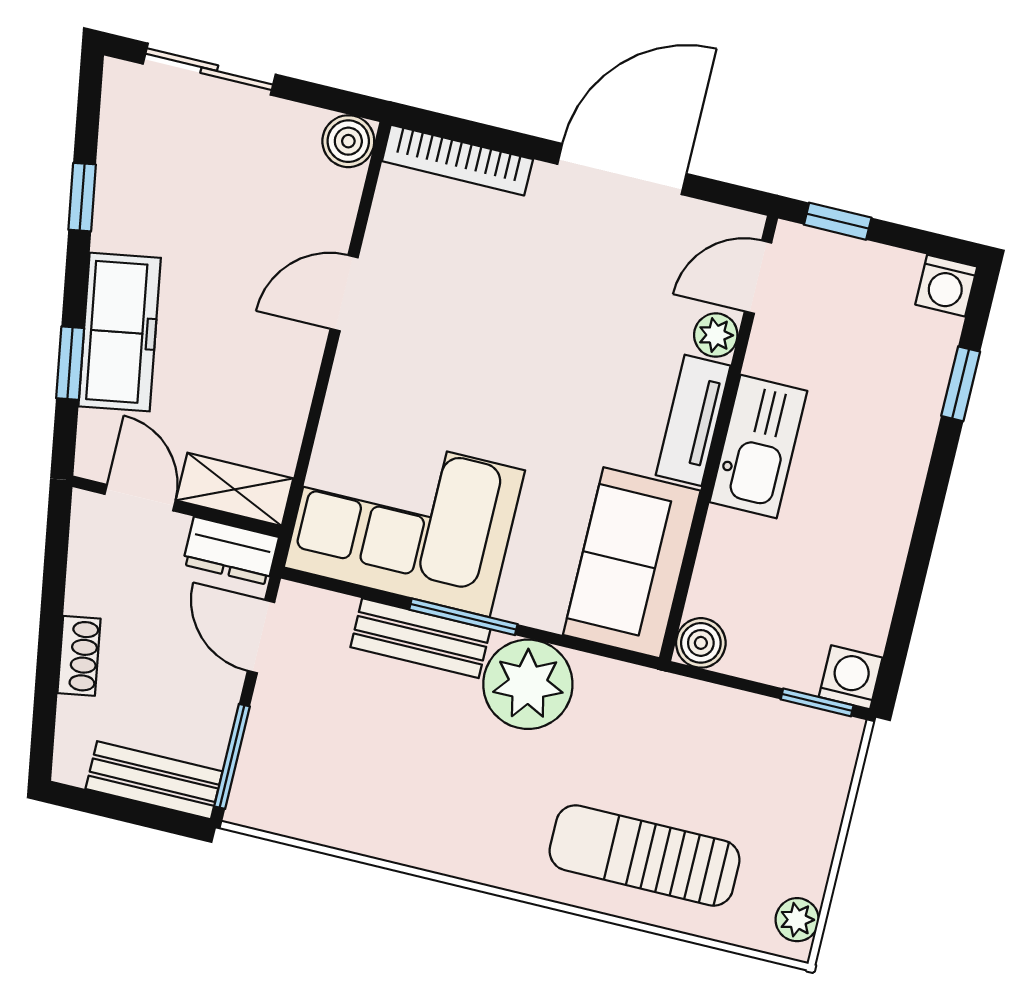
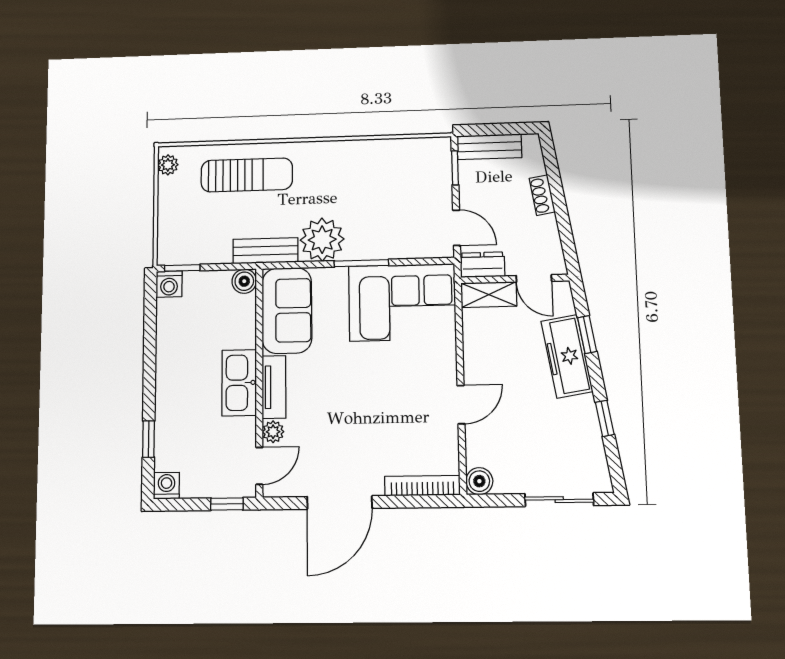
bench: (420, 638) -> (265, 251), moved
window: (232, 756) -> (455, 168), width x0.67

